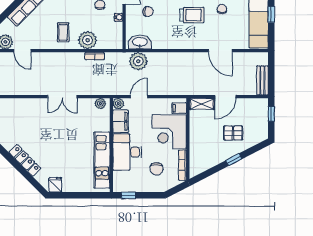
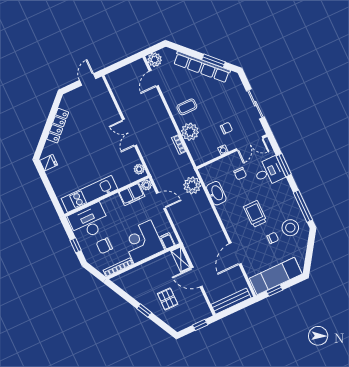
window: (271, 14) -> (274, 290), moved
trolley: (192, 15) -> (255, 214), turned 180
washbasin: (140, 42) -> (216, 193), moved
bench: (262, 80) -> (231, 301), width x1.36
desk: (127, 152) -> (89, 221), moved
window: (129, 195) -> (76, 245), moved

